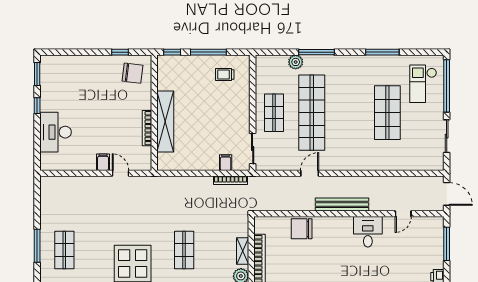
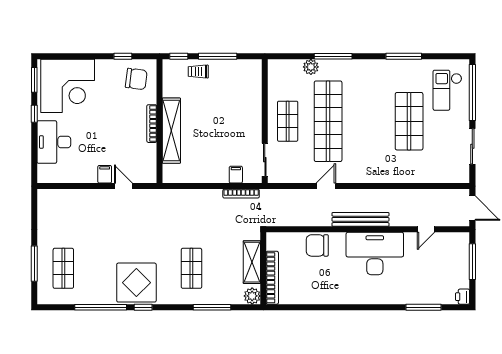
trolley: (225, 75) -> (198, 72), moved
corner desk: (68, 80) -> (68, 86), added
bookcase: (147, 128) -> (152, 124), moved
desk: (368, 232) -> (375, 254), width x1.87, depth x1.30
shelving: (243, 251) -> (252, 262), width x1.50, depth x1.33

